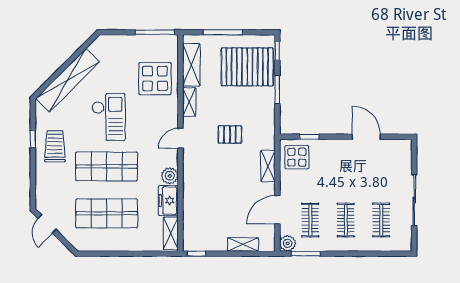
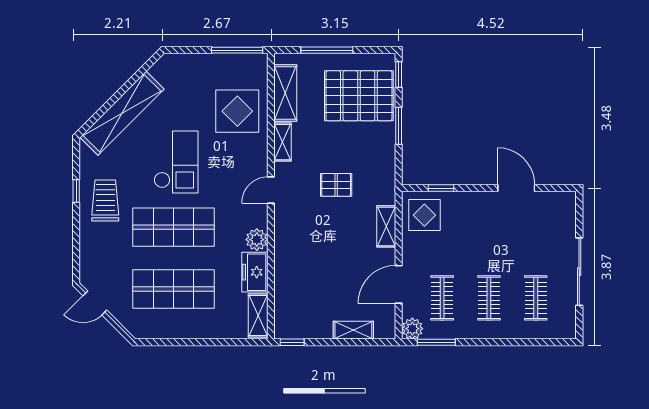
door: (47, 224) -> (95, 303), hinge flipped

